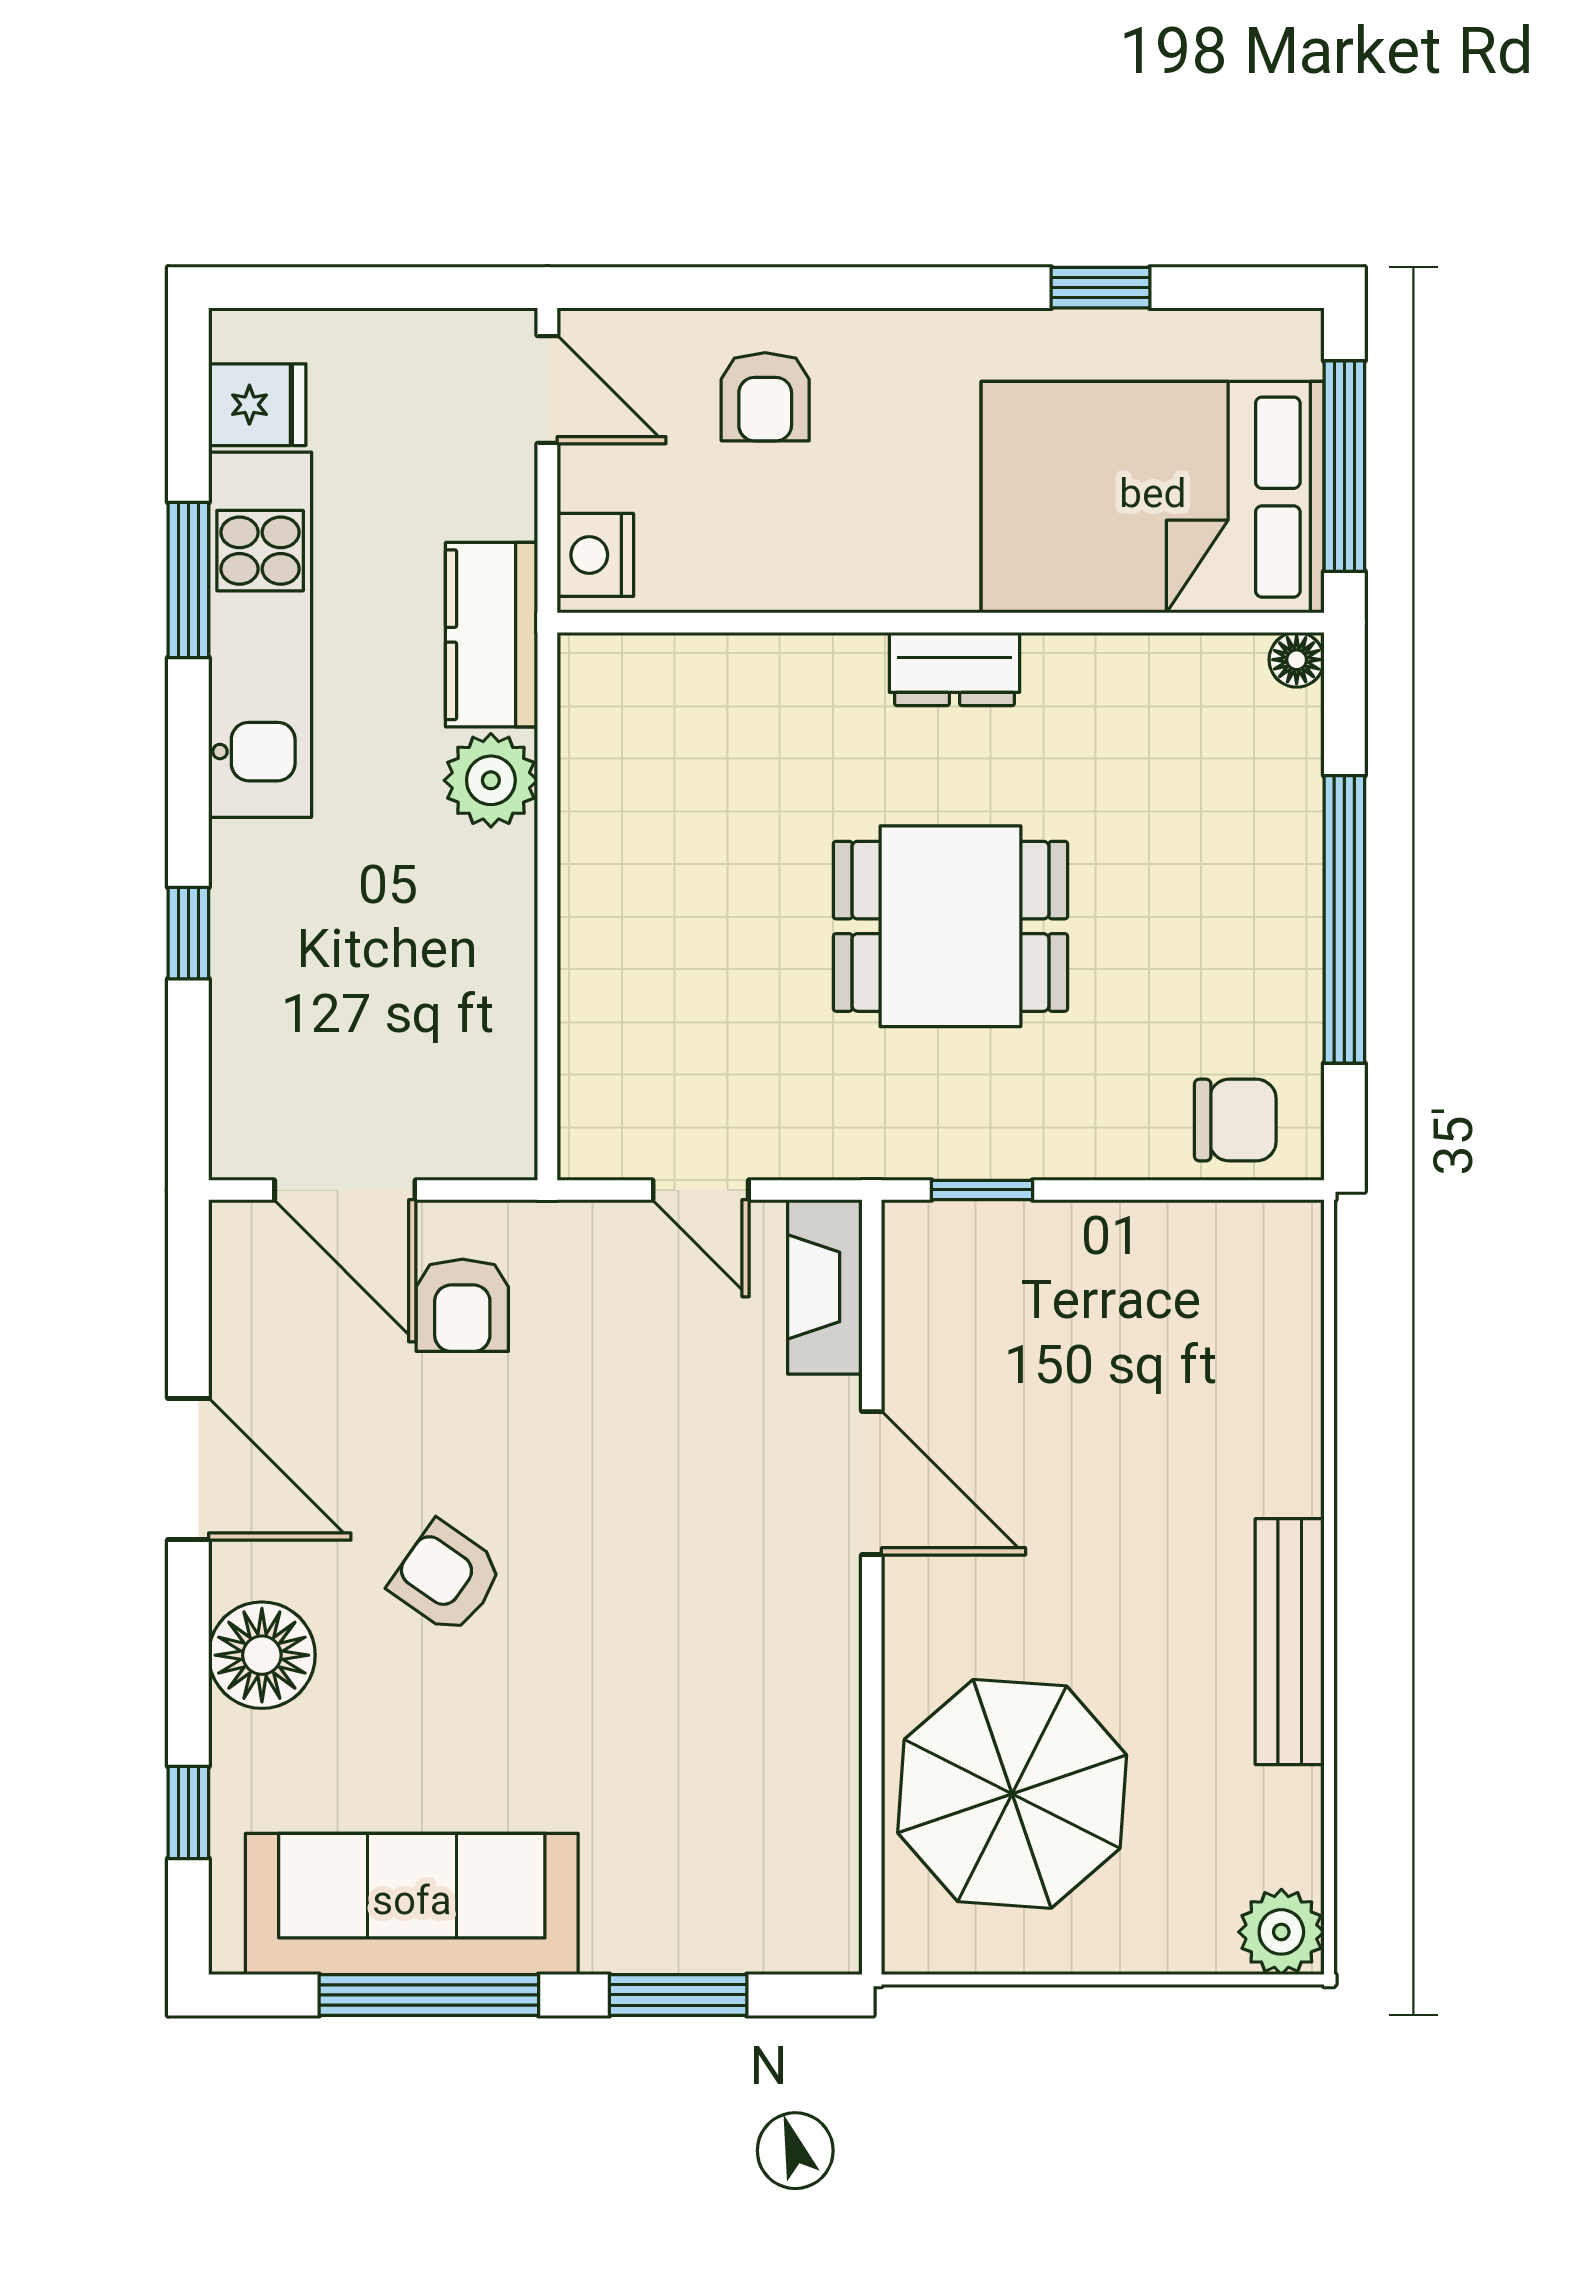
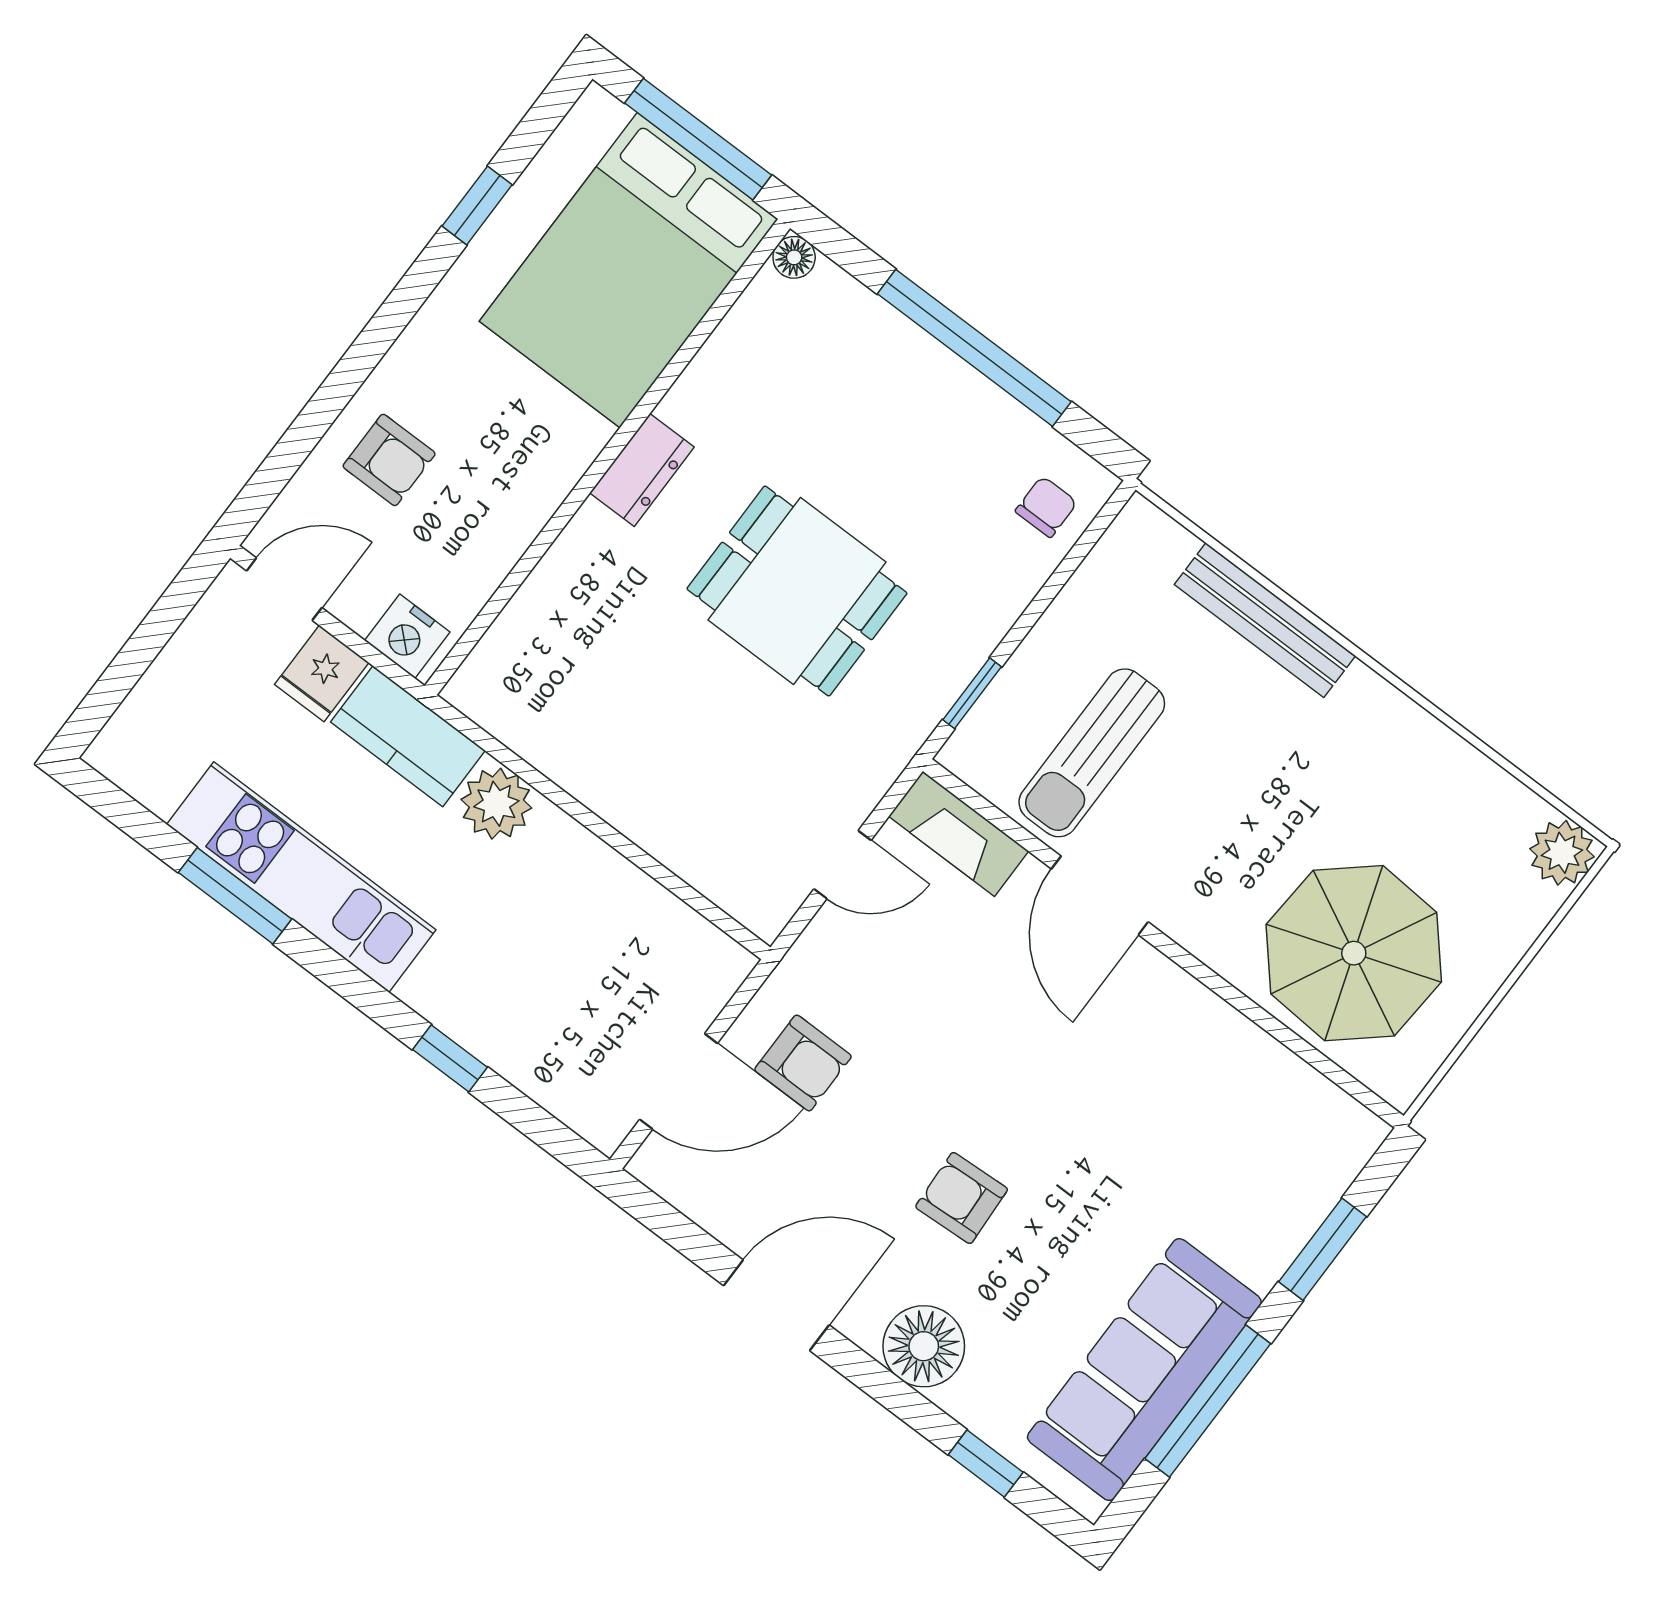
fridge: (257, 405) -> (322, 673), moved, turned 180
dining table: (950, 926) -> (797, 591), turned 90
chair: (1235, 1120) -> (1046, 507), width x0.73, depth x0.73
sun lounger: (1014, 1362) -> (1092, 753), added
door: (872, 1483) -> (1100, 895), swing flipped
armchair: (447, 1578) -> (962, 1198), turned 52
bench: (1290, 1642) -> (1265, 620), moved

